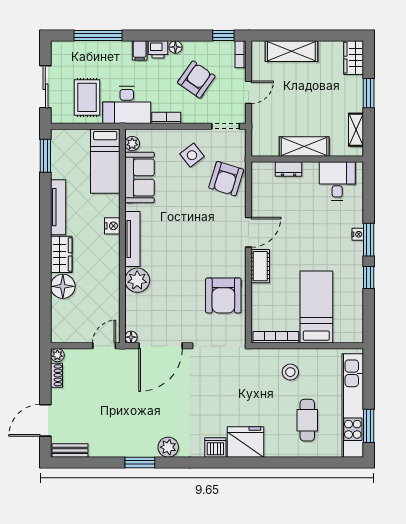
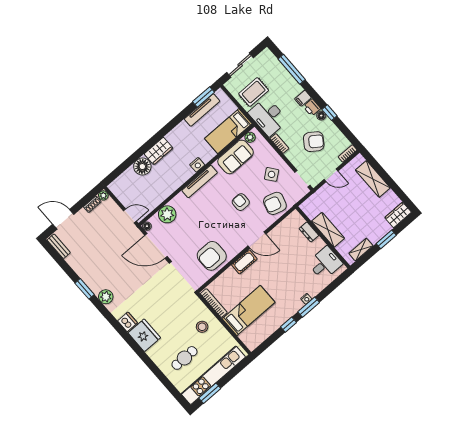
window: (223, 35) -> (330, 113), moved
tv unit: (58, 207) -> (202, 110), moved
armchair: (193, 214) -> (241, 202), added
plant: (137, 280) -> (167, 214), moved

